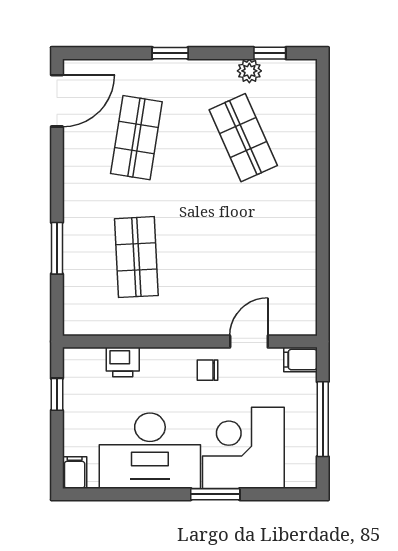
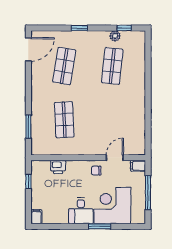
shop shelf: (243, 138) -> (112, 66), turned 30
window: (57, 248) -> (28, 127), moved
desk: (150, 451) -> (81, 211), width x0.53, depth x0.77

